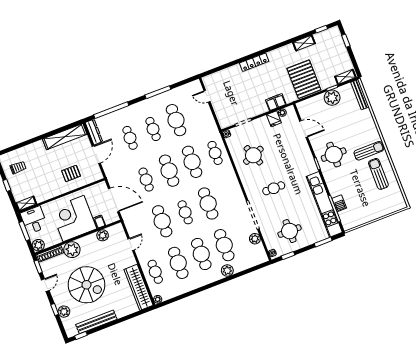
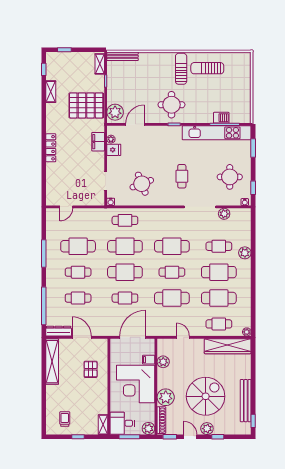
plant: (332, 98) -> (115, 112), moved
cafe table: (224, 245) -> (219, 246), width x0.73, depth x0.74
plant: (64, 312) -> (207, 429), moved

